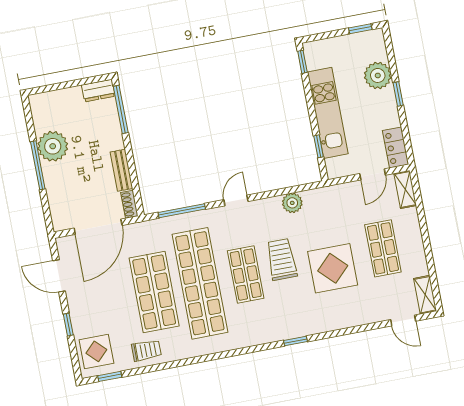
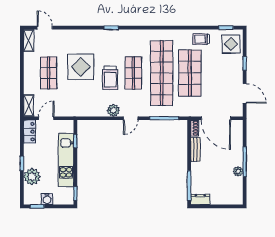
water cooler: (347, 44) -> (47, 199), added
plant: (53, 146) -> (238, 171), width x0.53, depth x0.53
plant: (292, 203) -> (113, 110), moved
door: (98, 227) -> (216, 118), swing flipped

